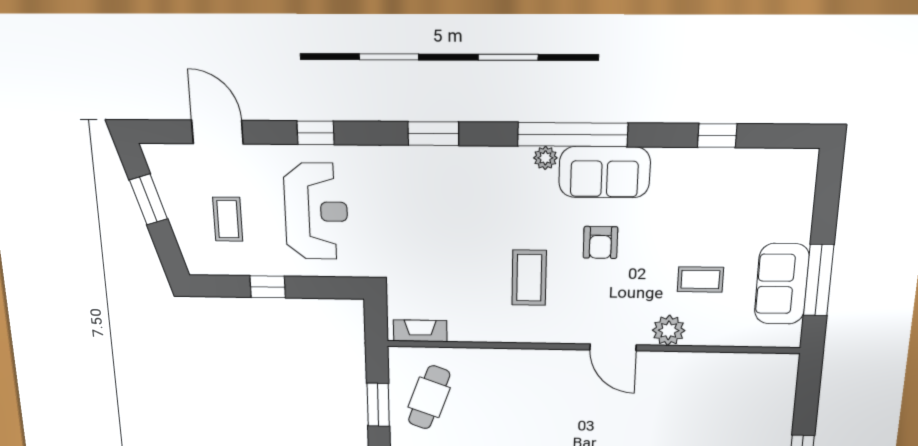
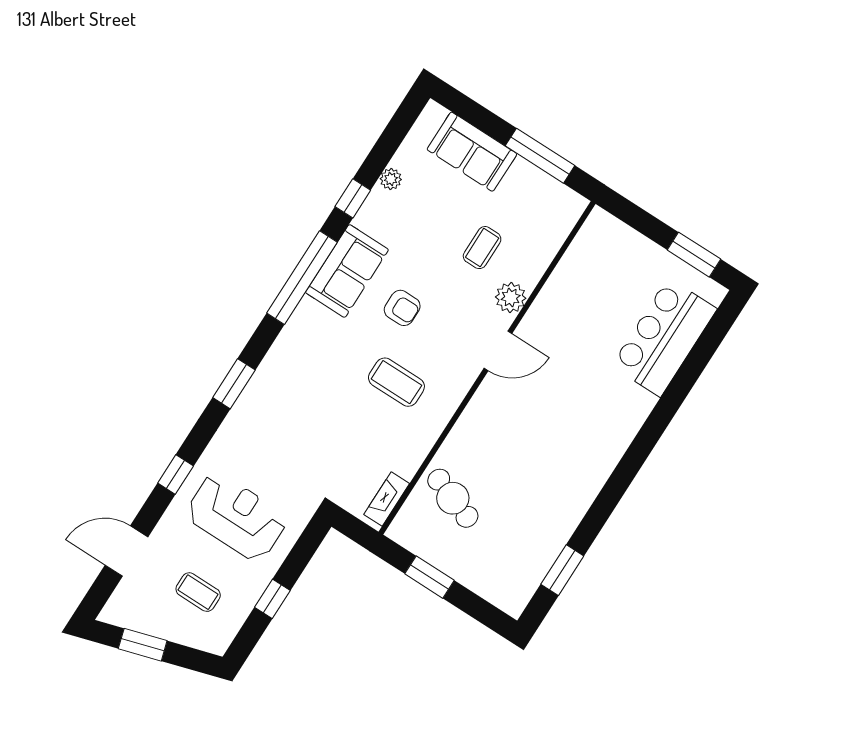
window: (717, 136) -> (353, 198), moved
plant: (545, 158) -> (391, 179), moved
sofa: (782, 284) -> (472, 152), moved
cafe table: (429, 397) -> (453, 498), moved

